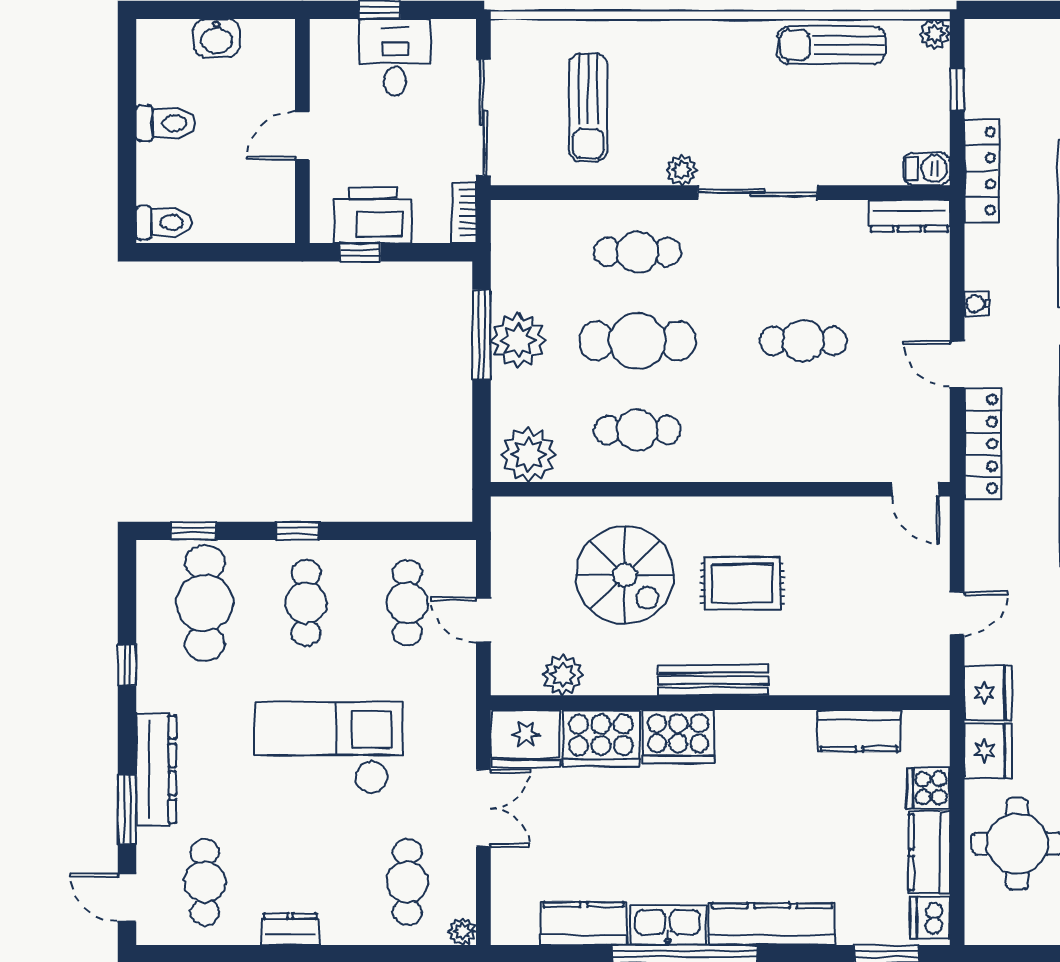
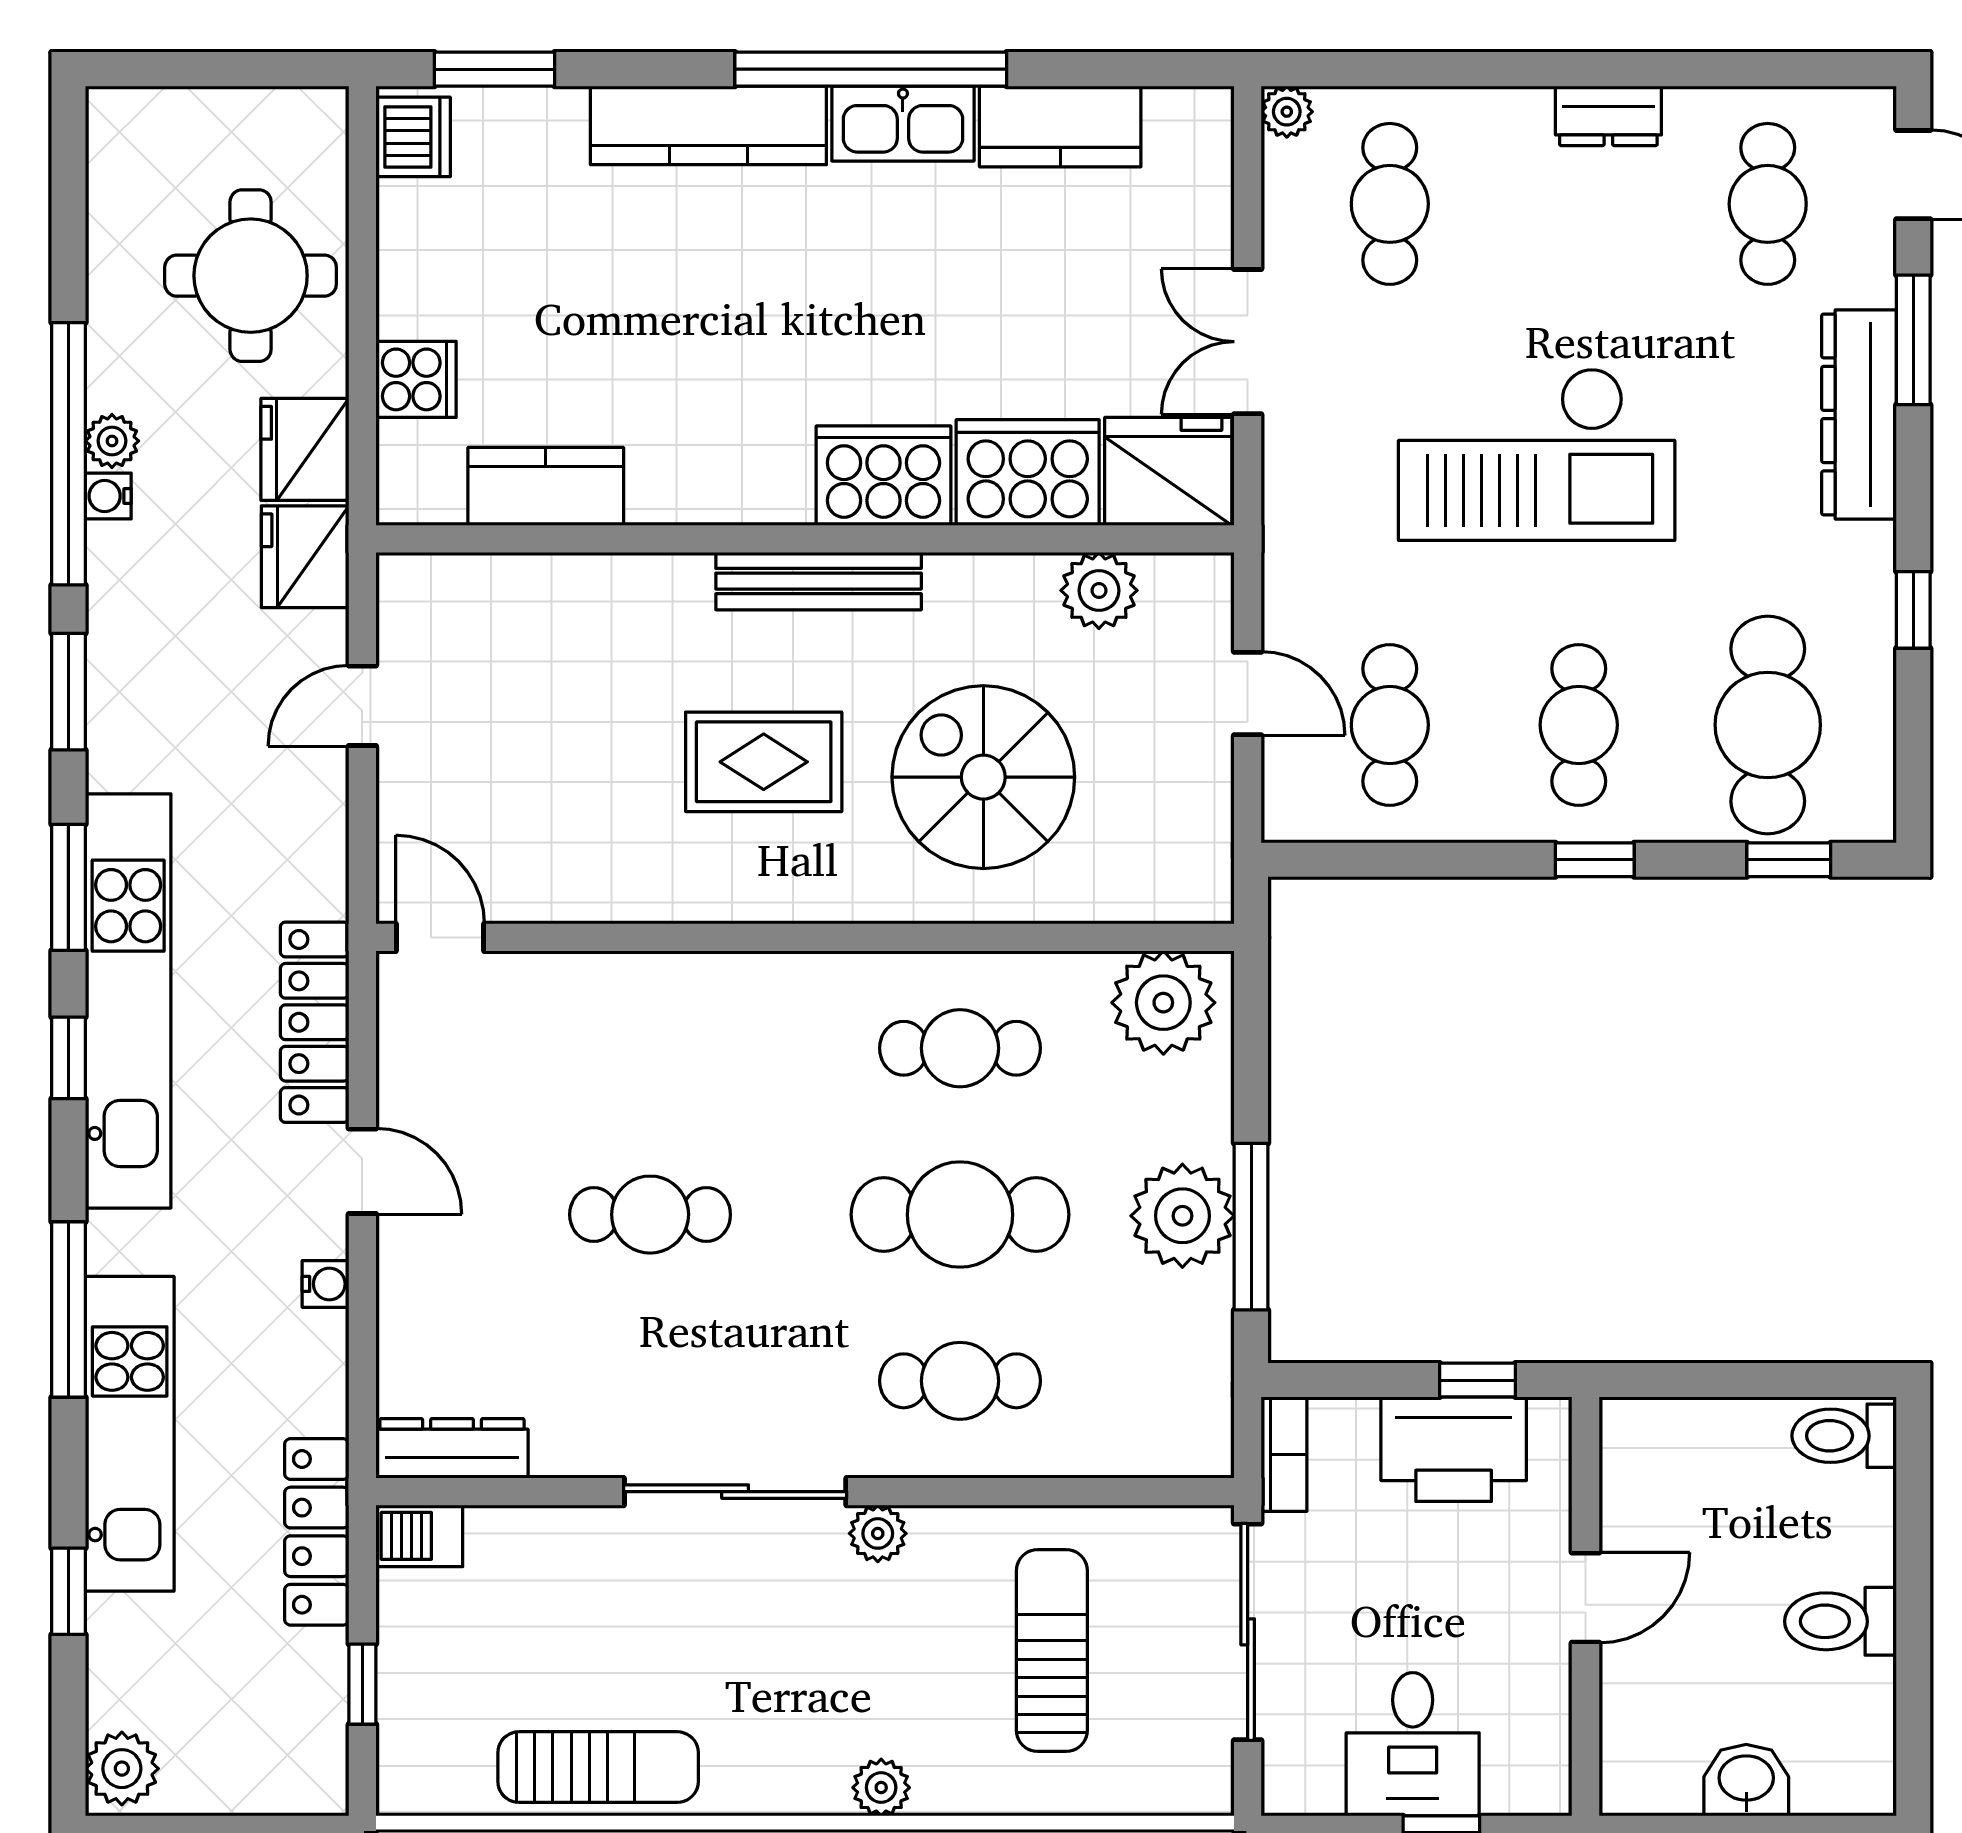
plant: (935, 34) -> (881, 1788), moved
kitchen counter: (929, 852) -> (414, 259), removed

